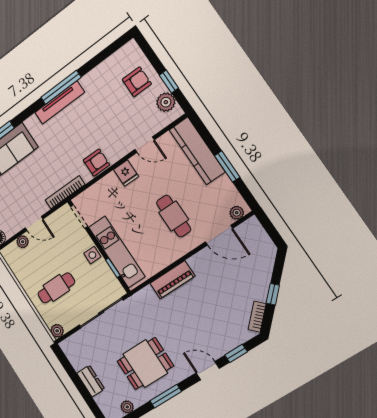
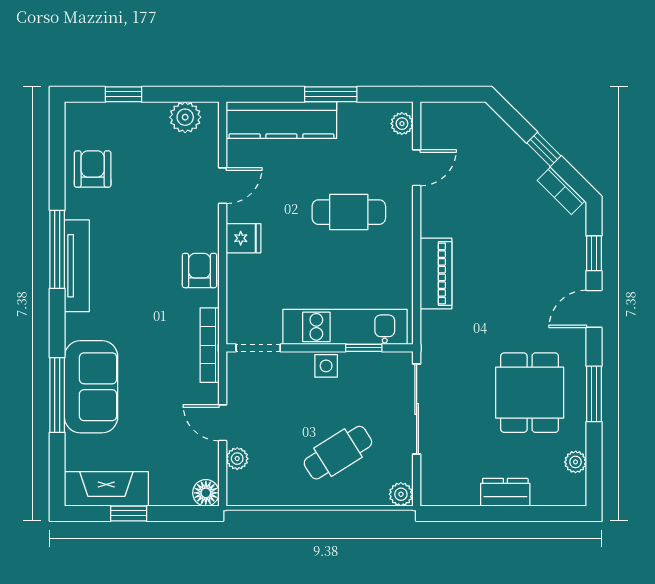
armchair: (137, 82) -> (93, 169), moved
window: (169, 82) -> (124, 94), moved
door: (34, 224) -> (223, 423), swing flipped
door: (219, 235) -> (417, 168), width x0.73
cafe table: (56, 288) -> (338, 453), turned 58

